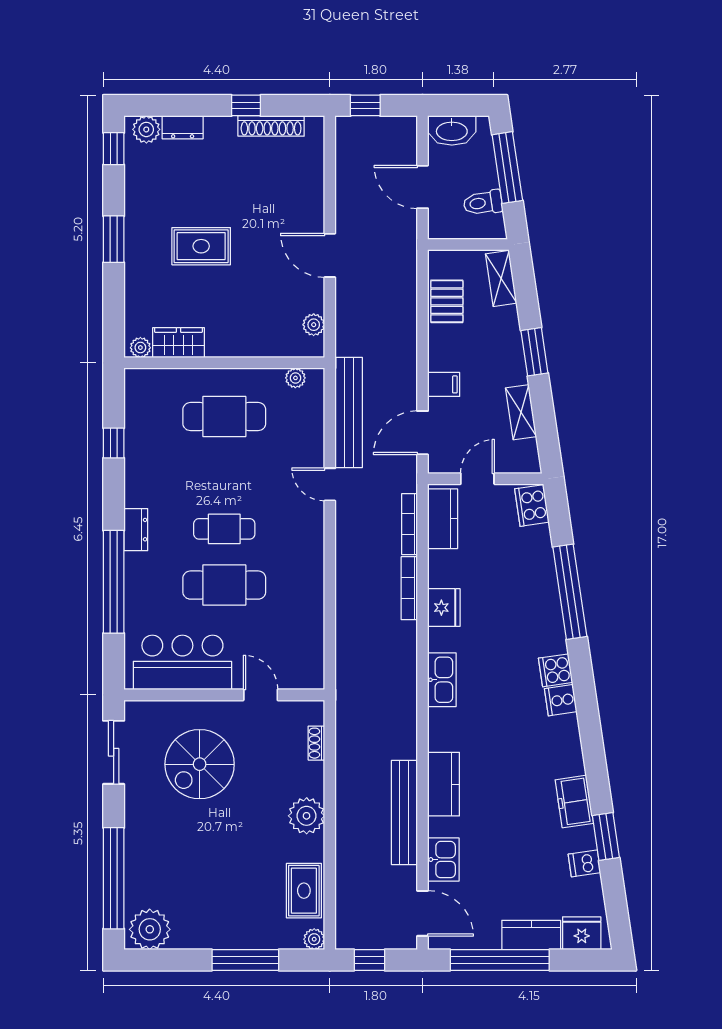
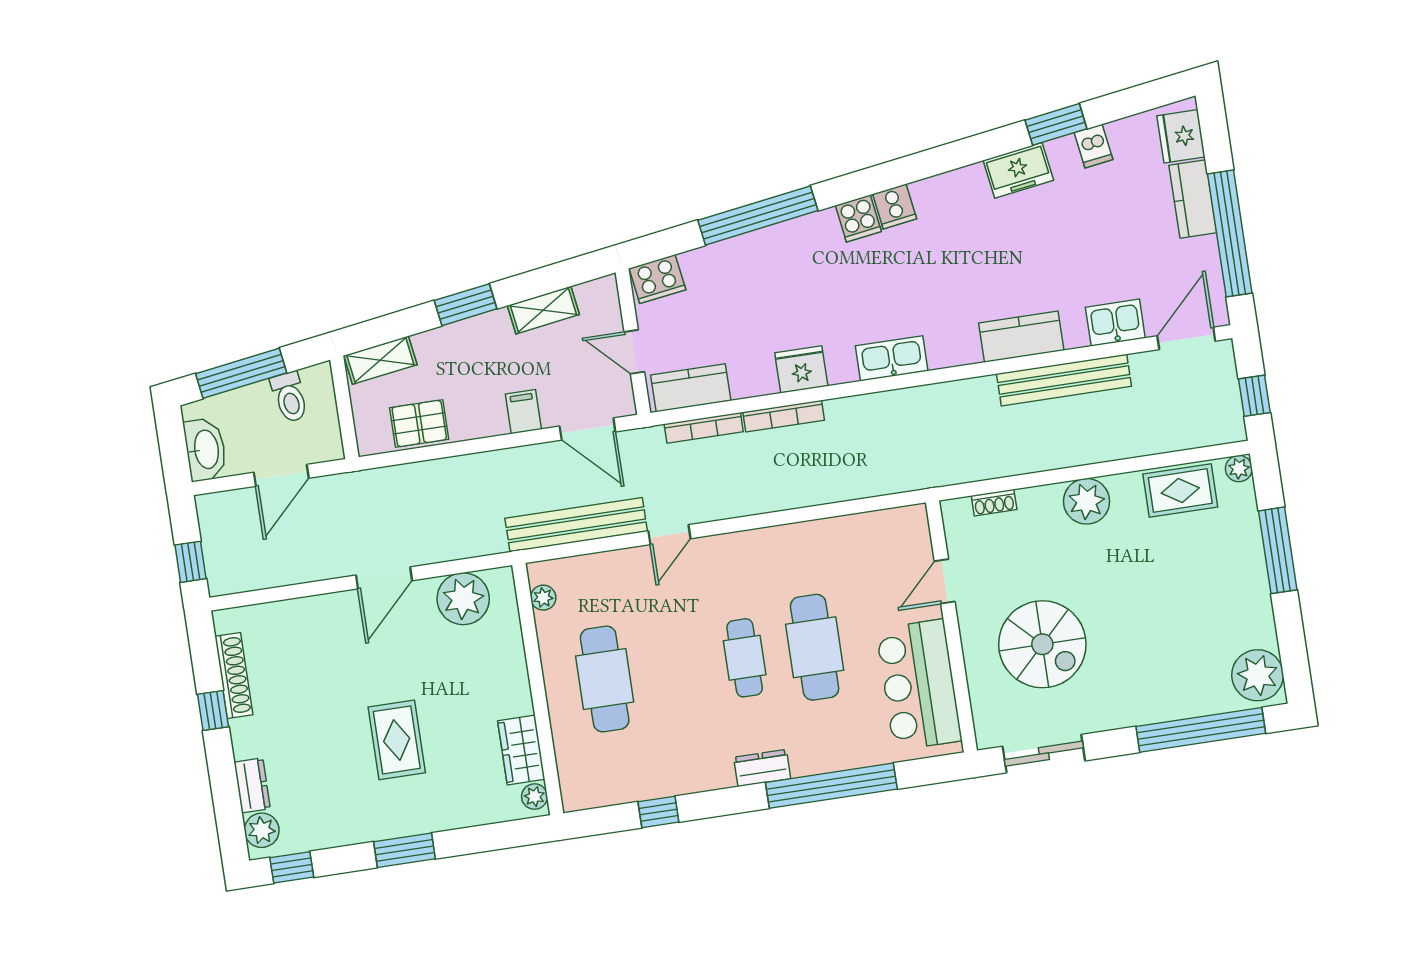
plant: (314, 325) -> (463, 599), width x1.87, depth x1.87

